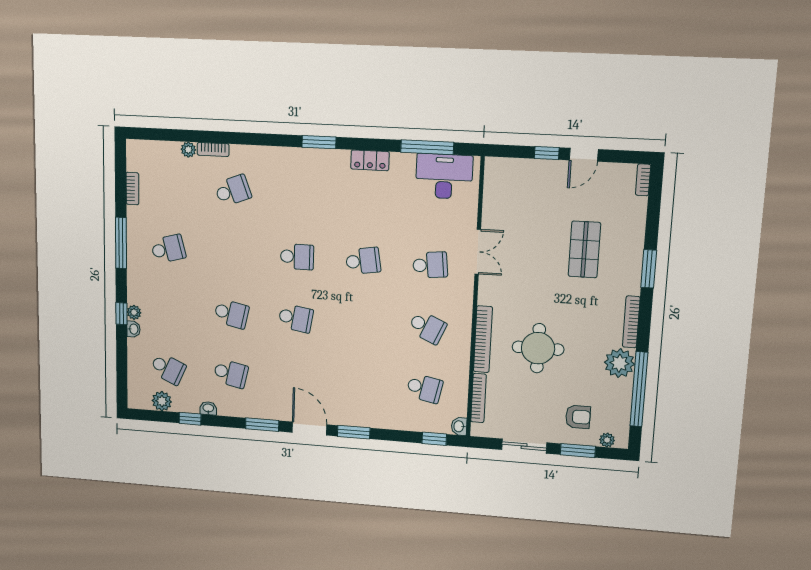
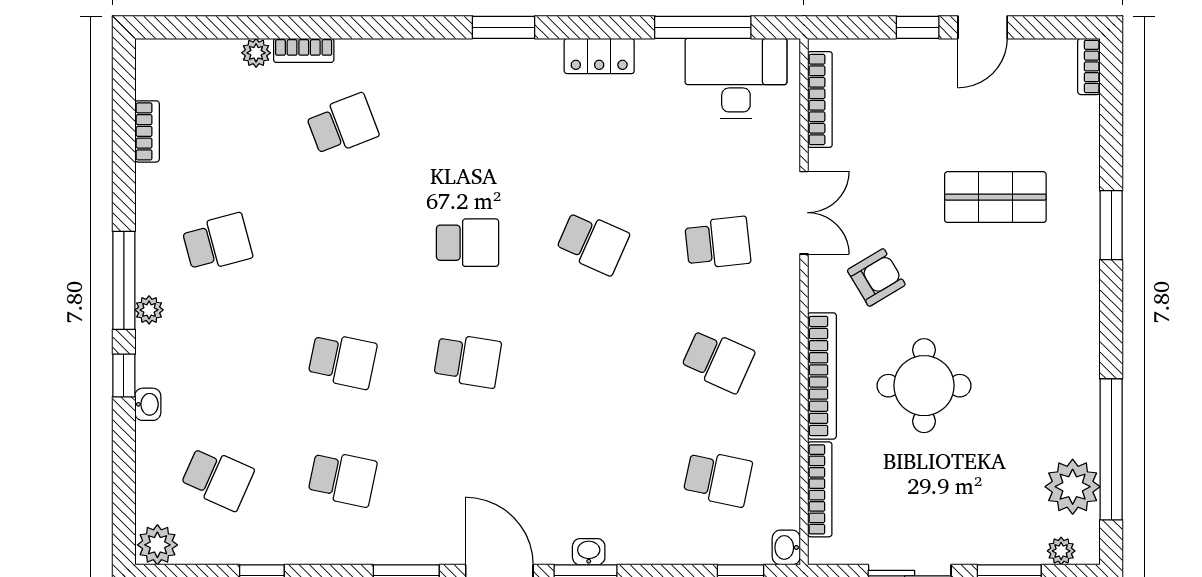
window: (121, 243) -> (124, 280), moved
shop shelf: (584, 249) -> (995, 197), turned 90
school desk: (363, 261) -> (593, 243), turned 33
plant: (134, 312) -> (149, 310), moved
bookcase: (631, 322) -> (820, 100), moved, turned 180
plant: (619, 363) -> (1073, 487), moved
plant: (162, 401) -> (157, 545), moved
washbasin: (208, 408) -> (589, 552), moved
armchair: (578, 417) -> (876, 277), moved, turned -31

